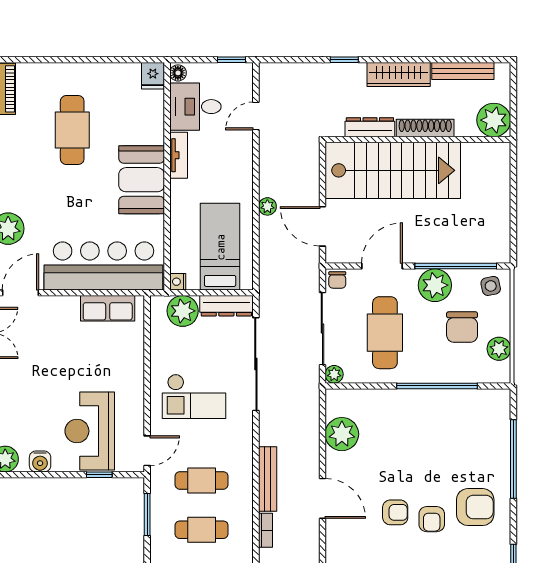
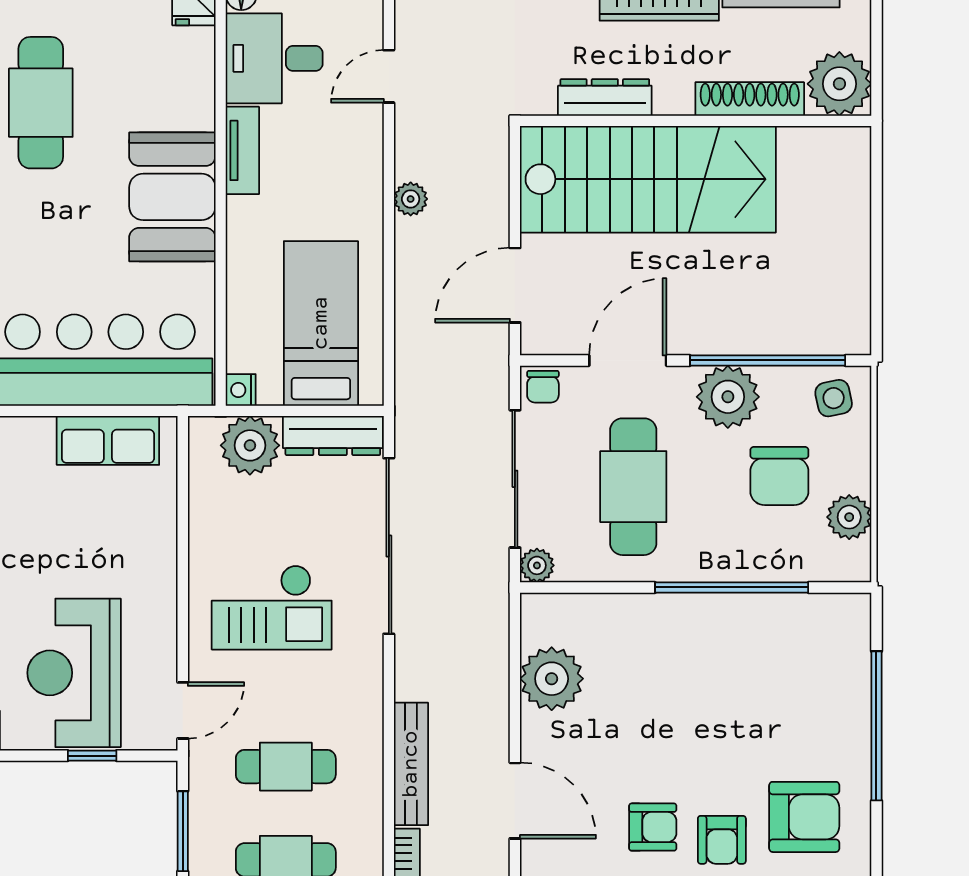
shoe rack: (425, 128) -> (750, 99), moved
plant: (267, 206) -> (411, 199), moved
door: (322, 226) -> (515, 285), hinge flipped

